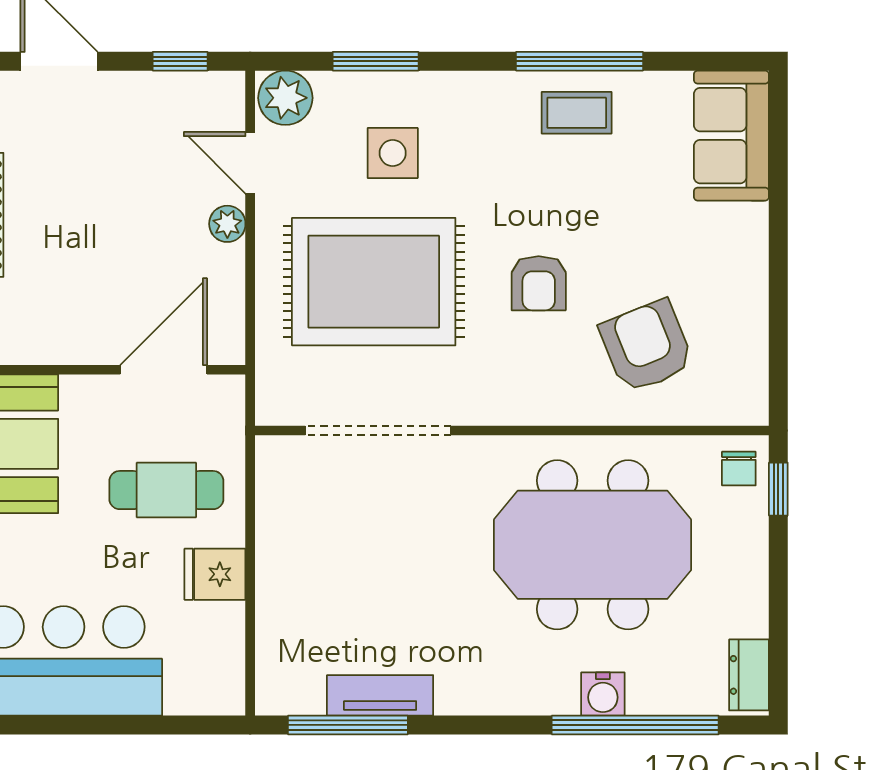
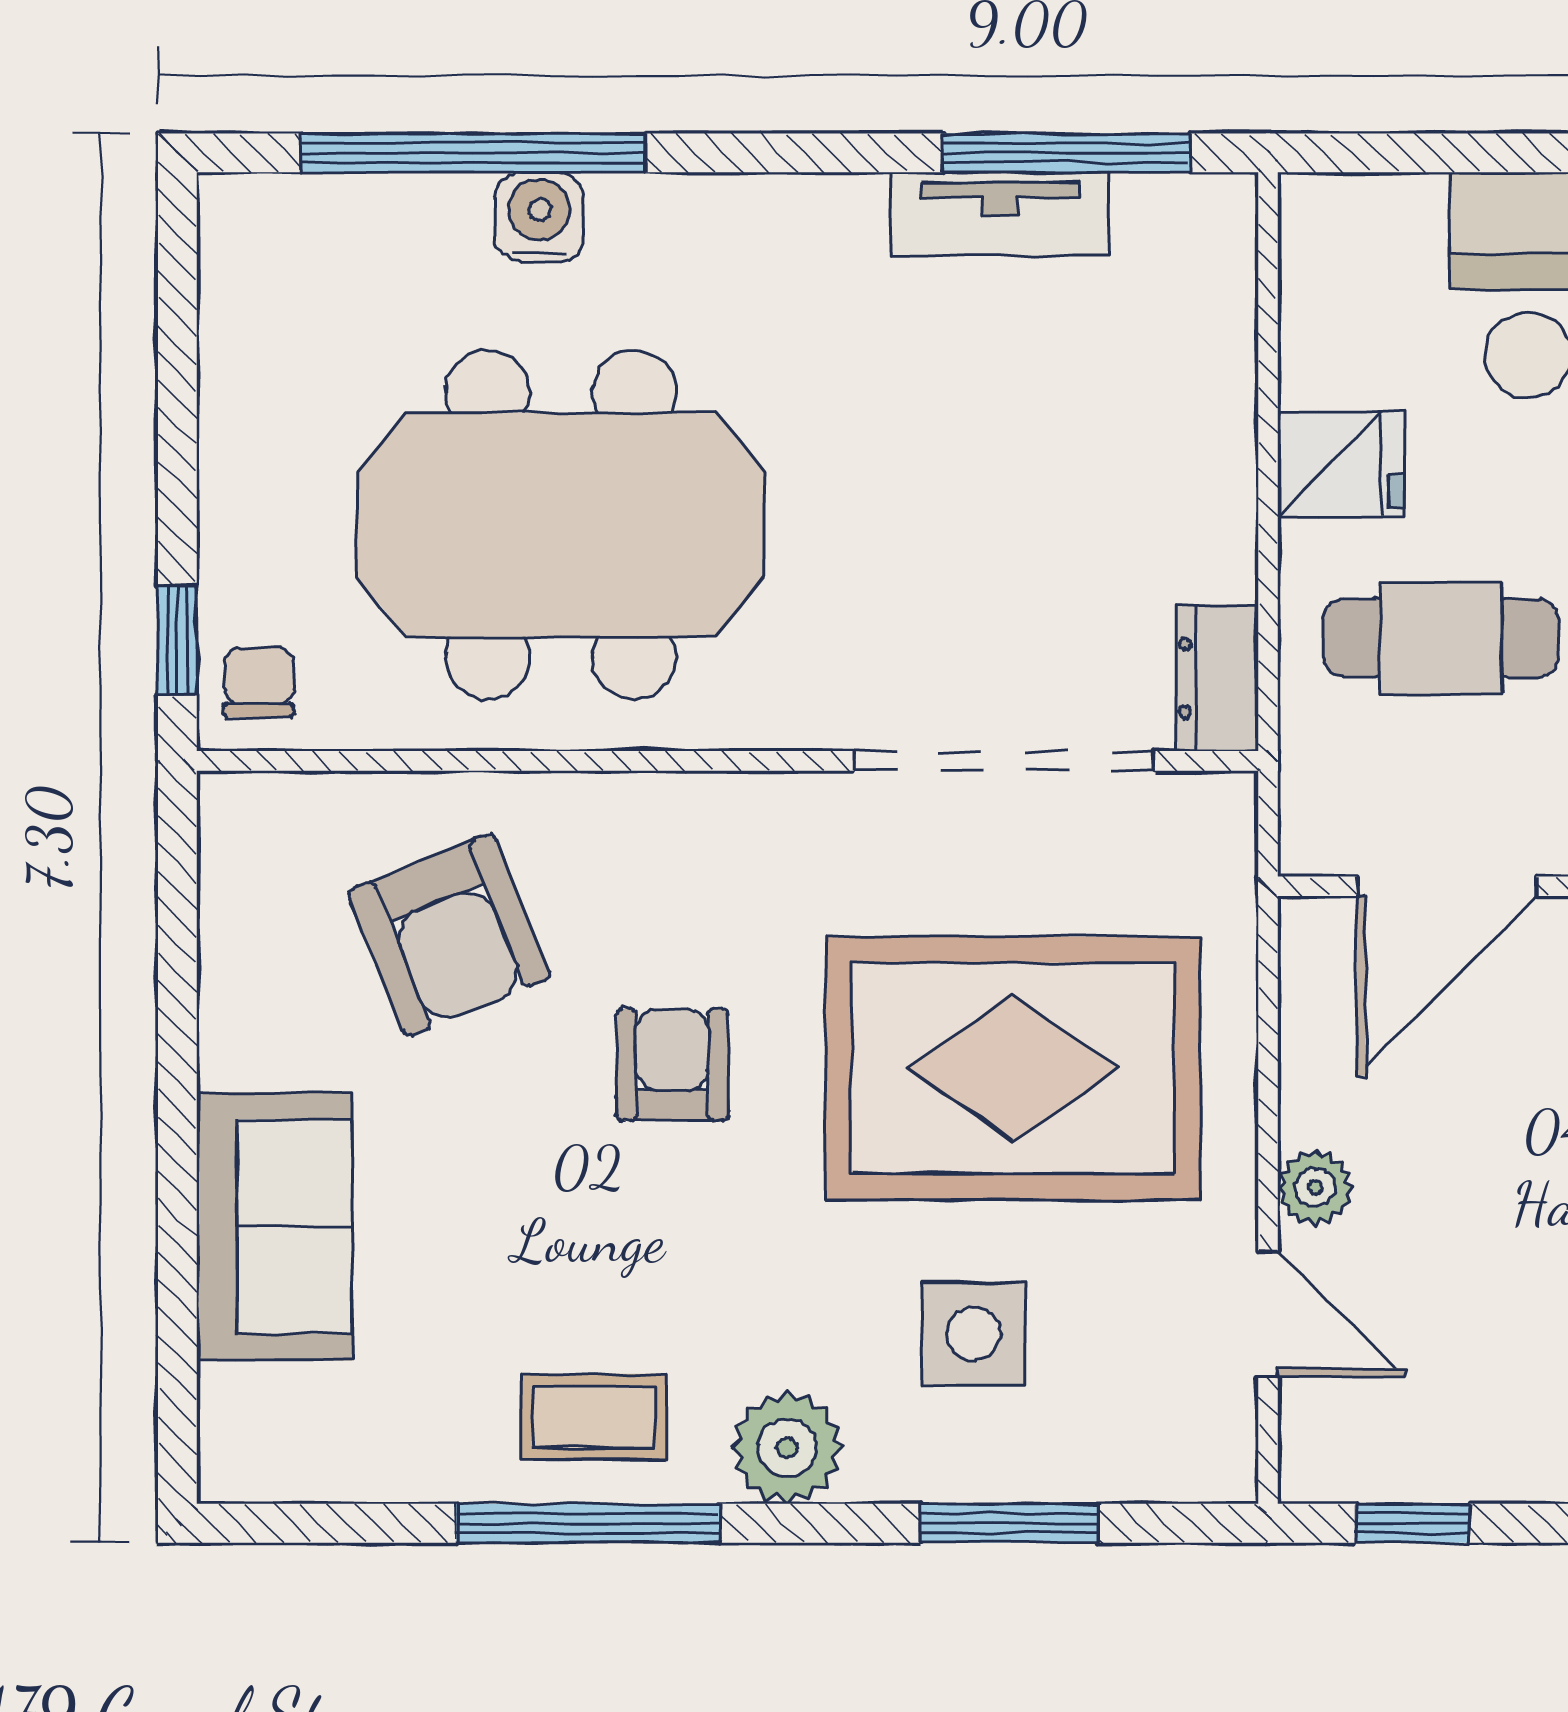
plant: (285, 98) -> (787, 1448), moved
sofa: (731, 136) -> (274, 1226), moved
dresser: (749, 675) -> (1217, 678), moved, turned 180

